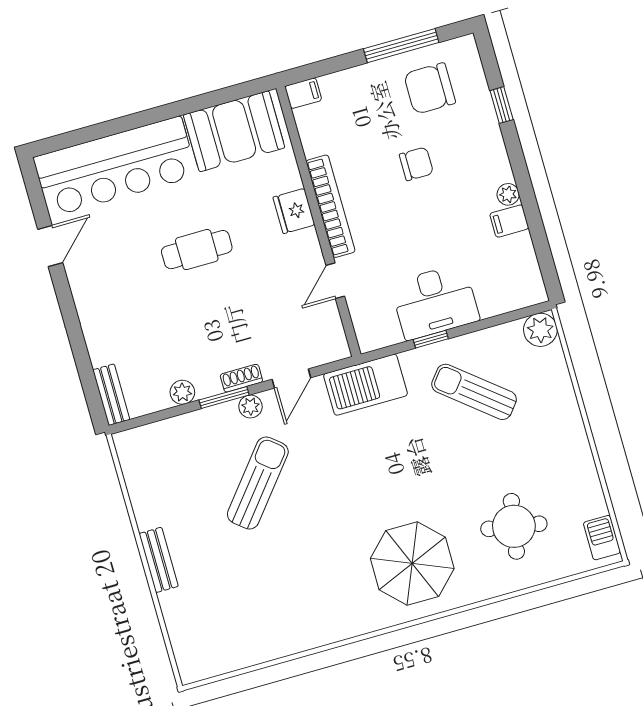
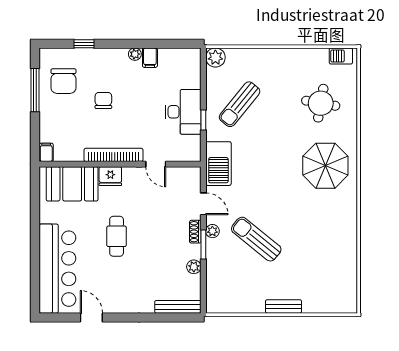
booth: (234, 131) -> (72, 184), moved, turned 90
bench: (111, 395) -> (178, 307), width x1.36

